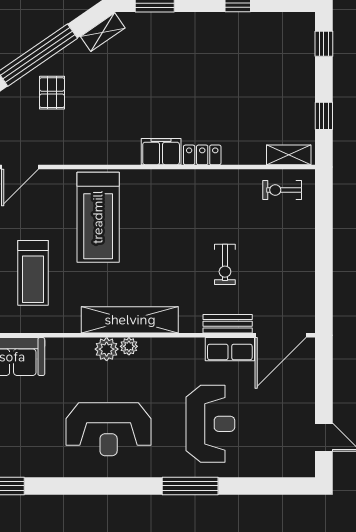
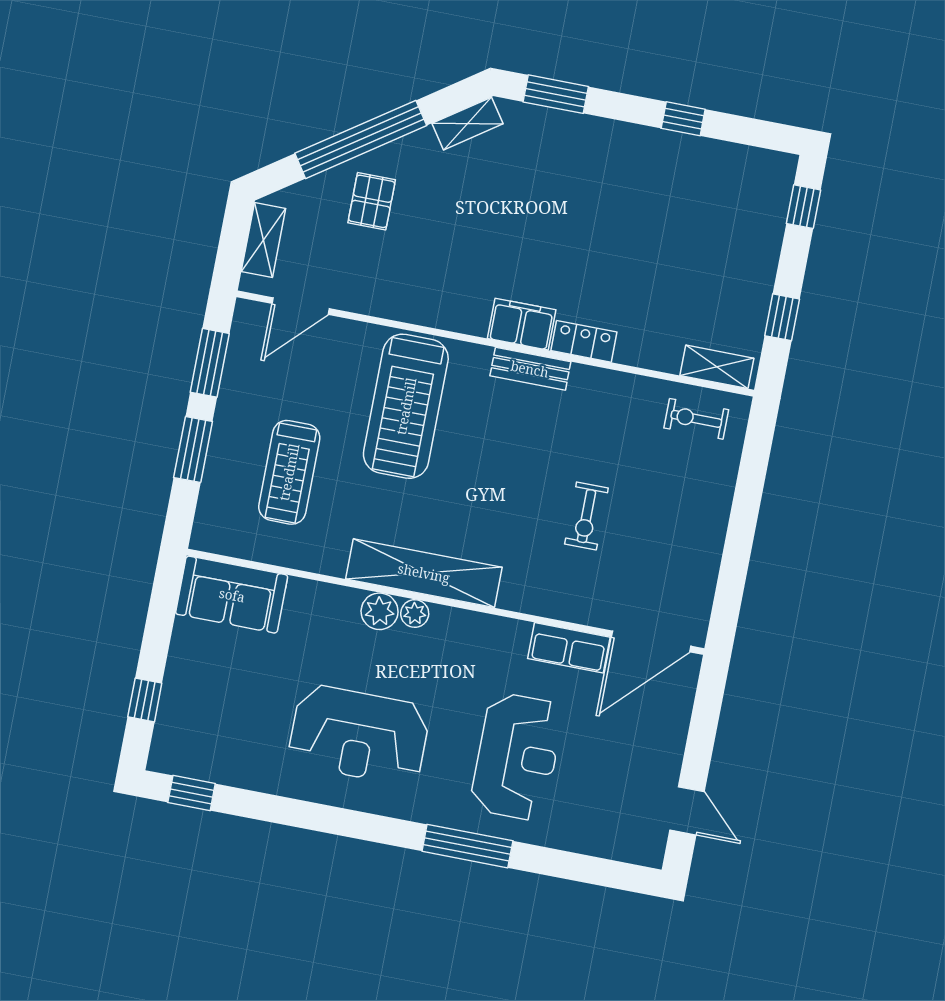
bench: (228, 324) -> (530, 369), moved

